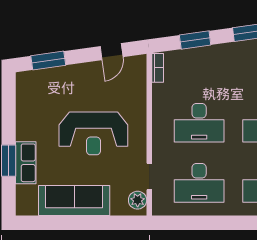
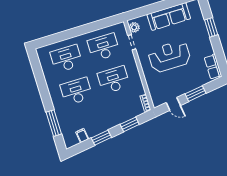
door: (112, 52) -> (173, 104), swing flipped
window: (48, 61) -> (195, 94), moved
row of seats: (26, 163) -> (213, 67), moved

